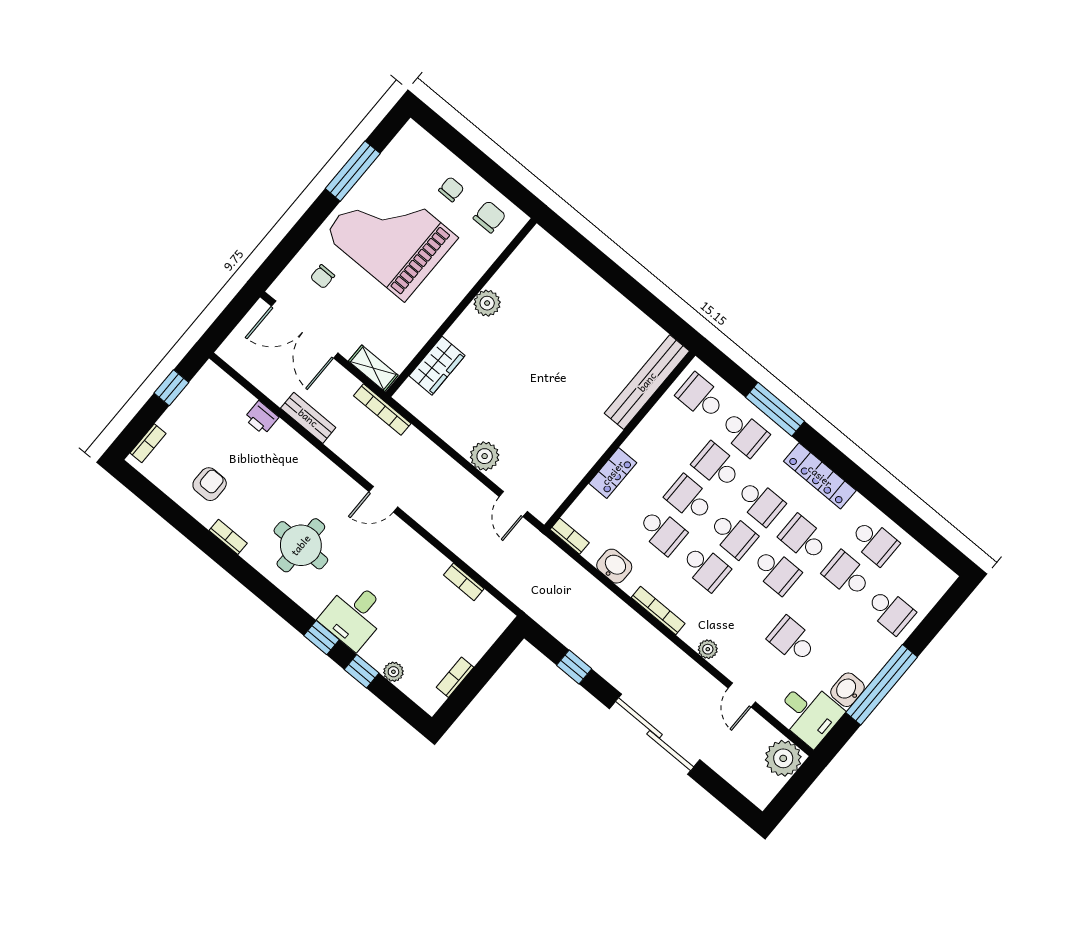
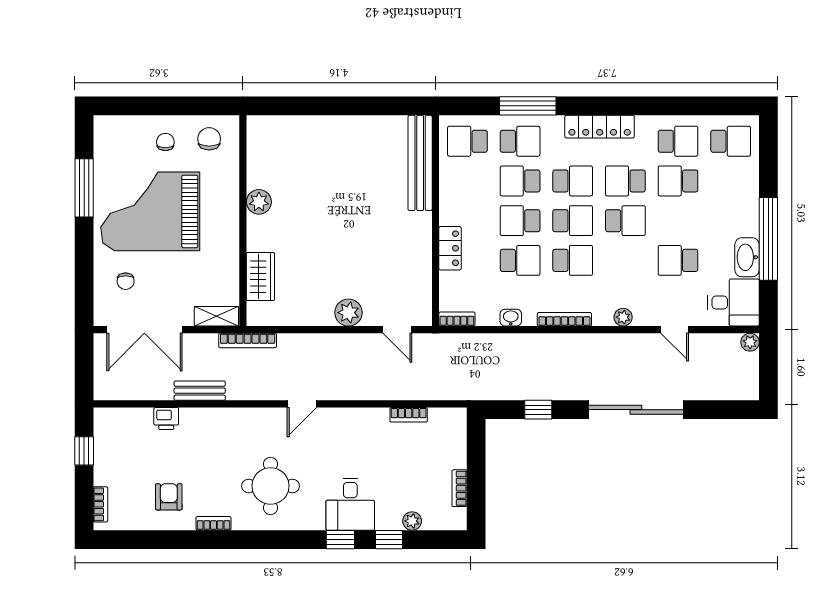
washbasin: (614, 566) -> (511, 318), width x0.72, depth x0.69
school desk: (890, 611) -> (731, 141), moved
washbasin: (848, 690) -> (747, 257), width x1.38
plant: (783, 758) -> (750, 342), width x0.53, depth x0.53

